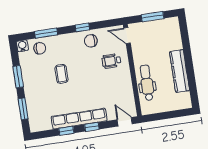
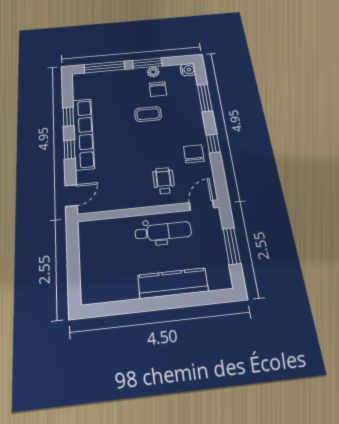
chair: (40, 48) -> (158, 89), moved
kitchen counter: (180, 71) -> (173, 283), moved
plant: (26, 72) -> (153, 72), added
dental chair: (147, 83) -> (163, 232), moved
window: (23, 109) -> (104, 67), width x1.44

